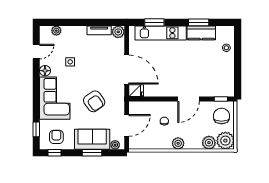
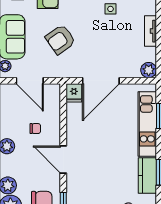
tv unit: (99, 30) -> (151, 31), moved

